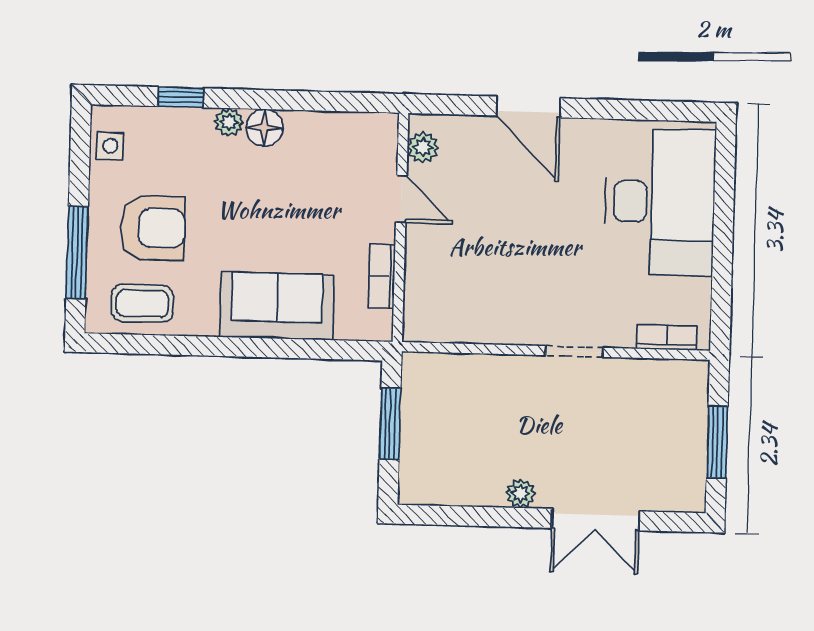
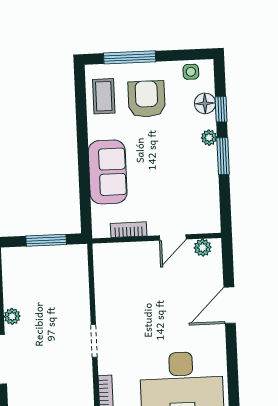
window: (264, 100) -> (223, 156), added
floor lamp: (265, 128) -> (205, 103), moved
armchair: (153, 228) -> (147, 99), turned 180

